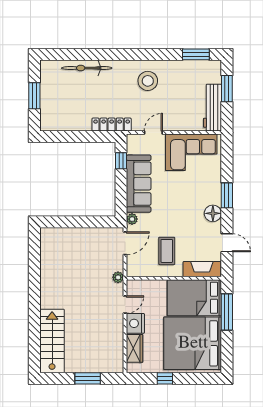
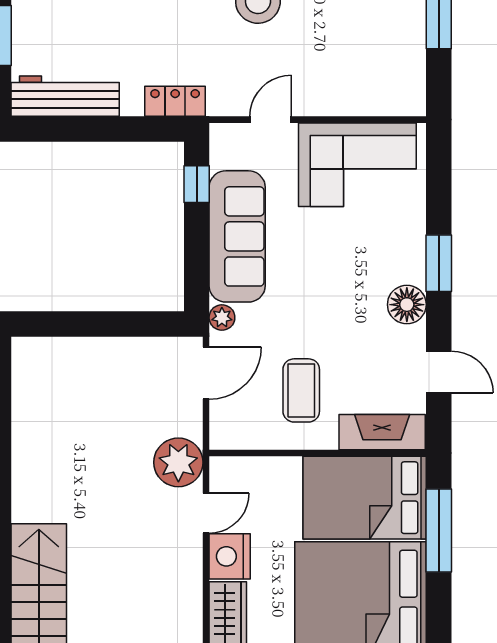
workbench: (212, 108) -> (65, 96), moved, turned 90
locker: (112, 125) -> (175, 101), width x0.66
plant: (118, 277) -> (178, 462), width x1.87, depth x1.87

